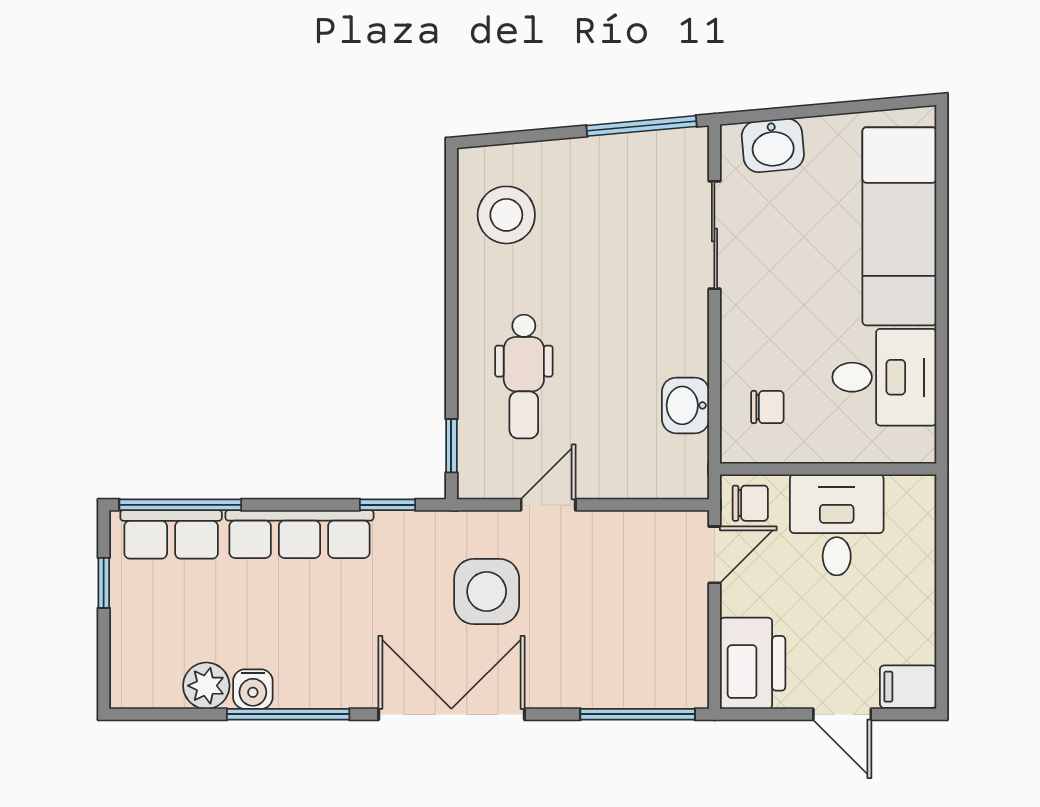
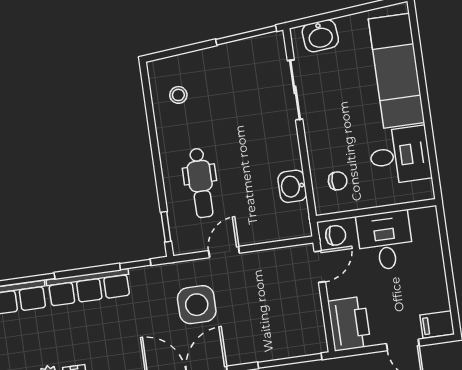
stool: (506, 215) -> (178, 95), width x0.53, depth x0.53

